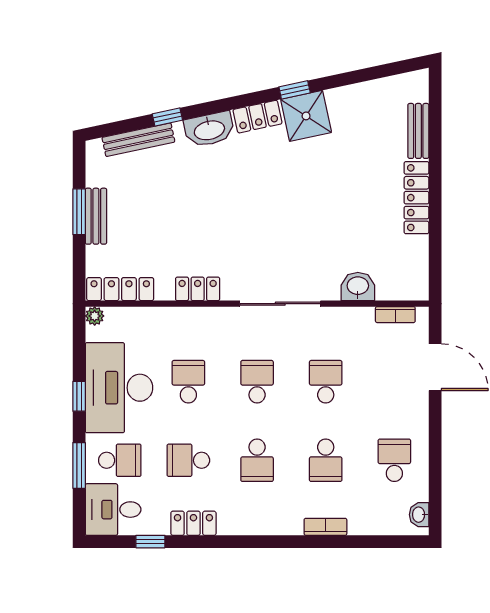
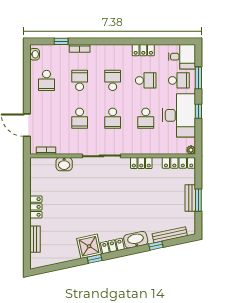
locker: (416, 198) -> (36, 207), width x0.66
school desk: (120, 460) -> (179, 80), turned 180
window: (150, 542) -> (61, 41), moved

